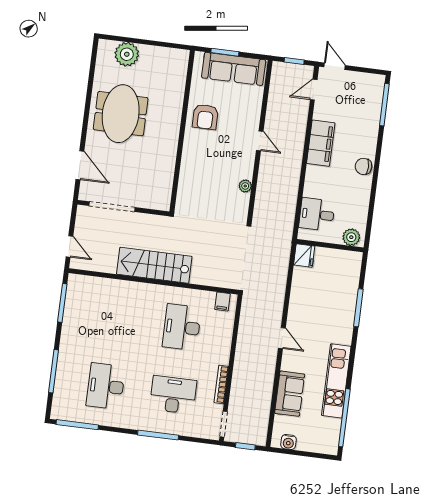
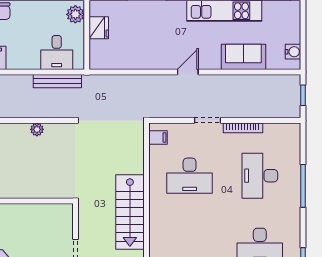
bench: (289, 212) -> (57, 81), added
fridge: (304, 256) -> (99, 28), moved, turned 90
doorway: (224, 424) -> (207, 120), moved

